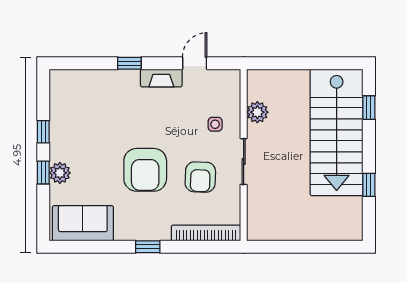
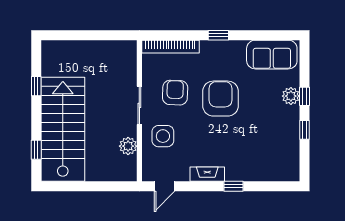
door: (195, 63) -> (165, 186), moved
side table: (215, 124) -> (163, 136), width x1.87, depth x1.87

